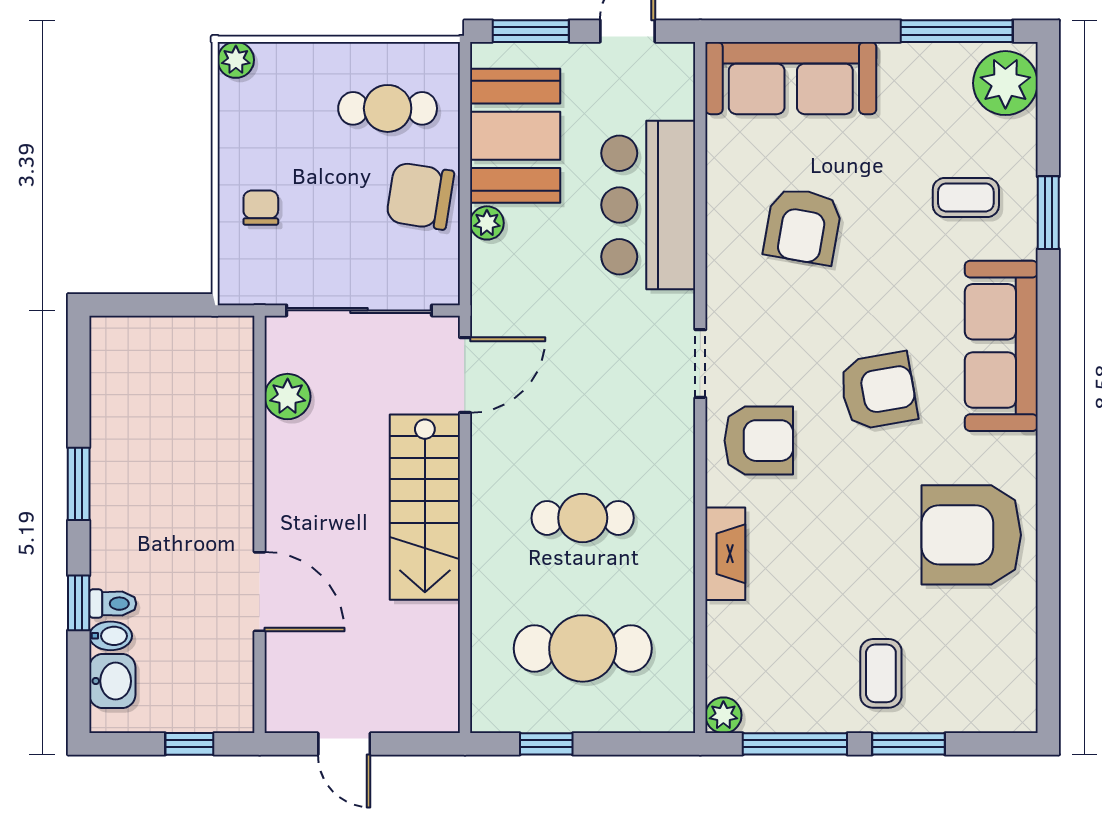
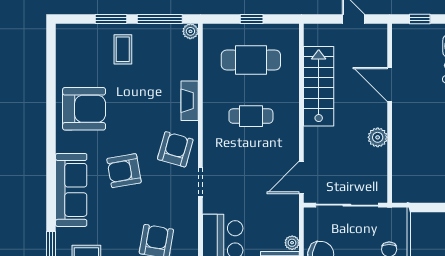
plant: (288, 397) -> (378, 137), moved
armchair: (759, 441) -> (175, 149), turned 106
stairs: (425, 507) -> (319, 86), moved
window: (546, 744) -> (252, 19), moved

